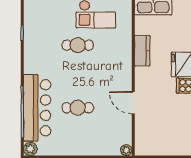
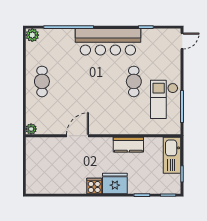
bar counter: (37, 108) -> (108, 42), moved
cafe table: (78, 108) -> (42, 81), moved

